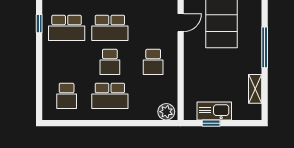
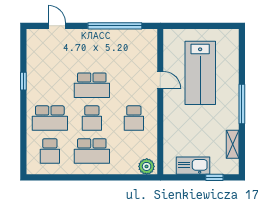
door: (181, 23) -> (160, 80), hinge flipped
school desk: (67, 28) -> (50, 118), moved
window: (211, 123) -> (214, 177), moved

